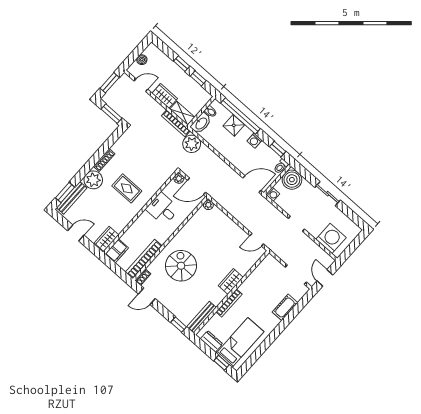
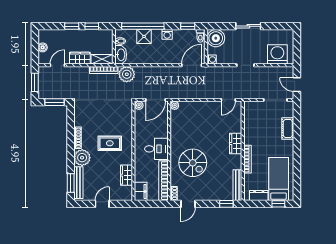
desk: (163, 209) -> (156, 149), moved, turned 180
wardrobe: (107, 239) -> (126, 175), moved
spiral stairs: (181, 266) -> (193, 163), turned 180

